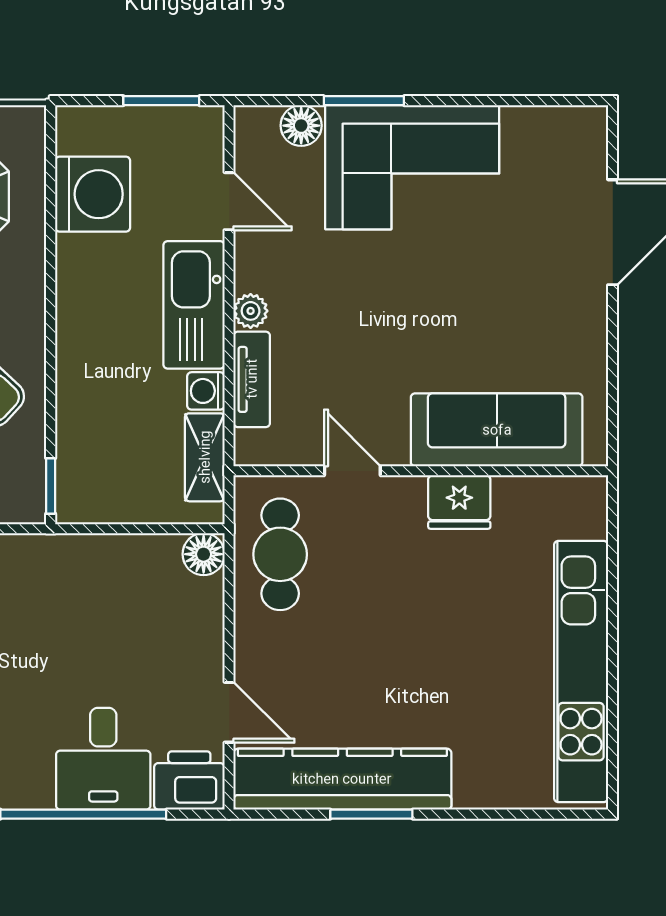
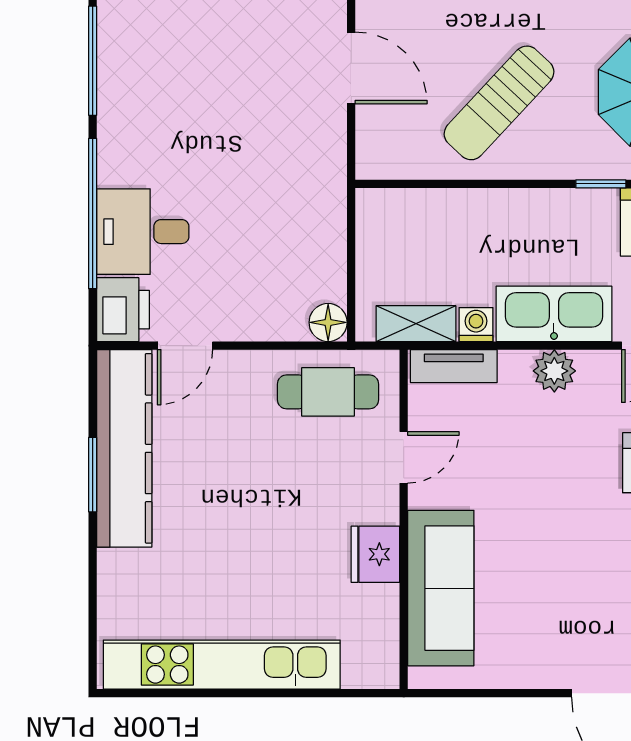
plant: (251, 311) -> (554, 371), width x1.38, depth x1.38
tv unit: (252, 379) -> (454, 366), moved
window: (51, 486) -> (601, 184), moved

